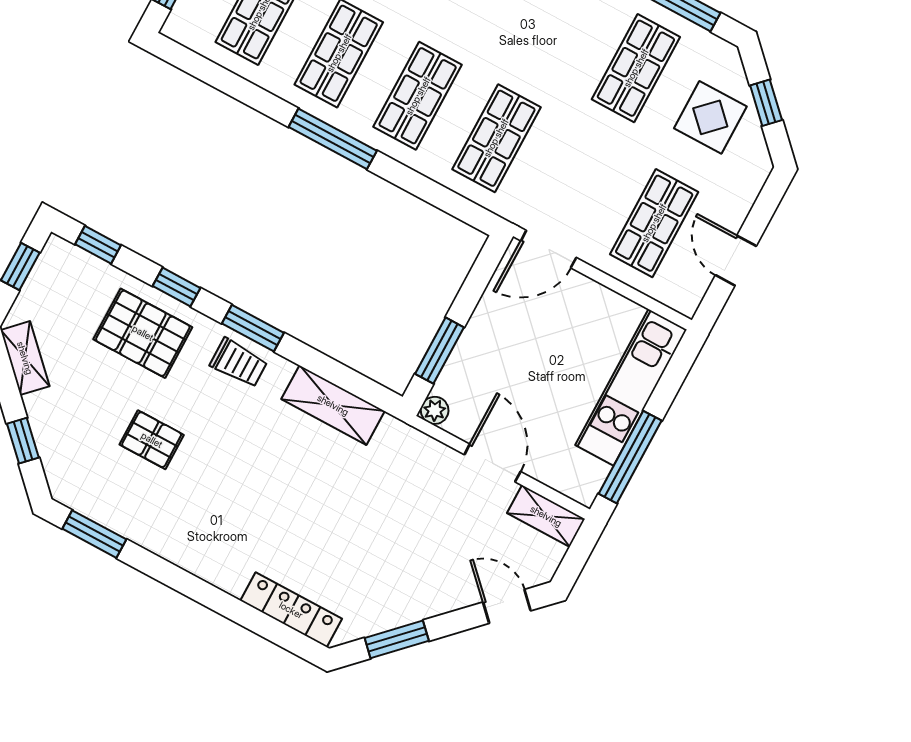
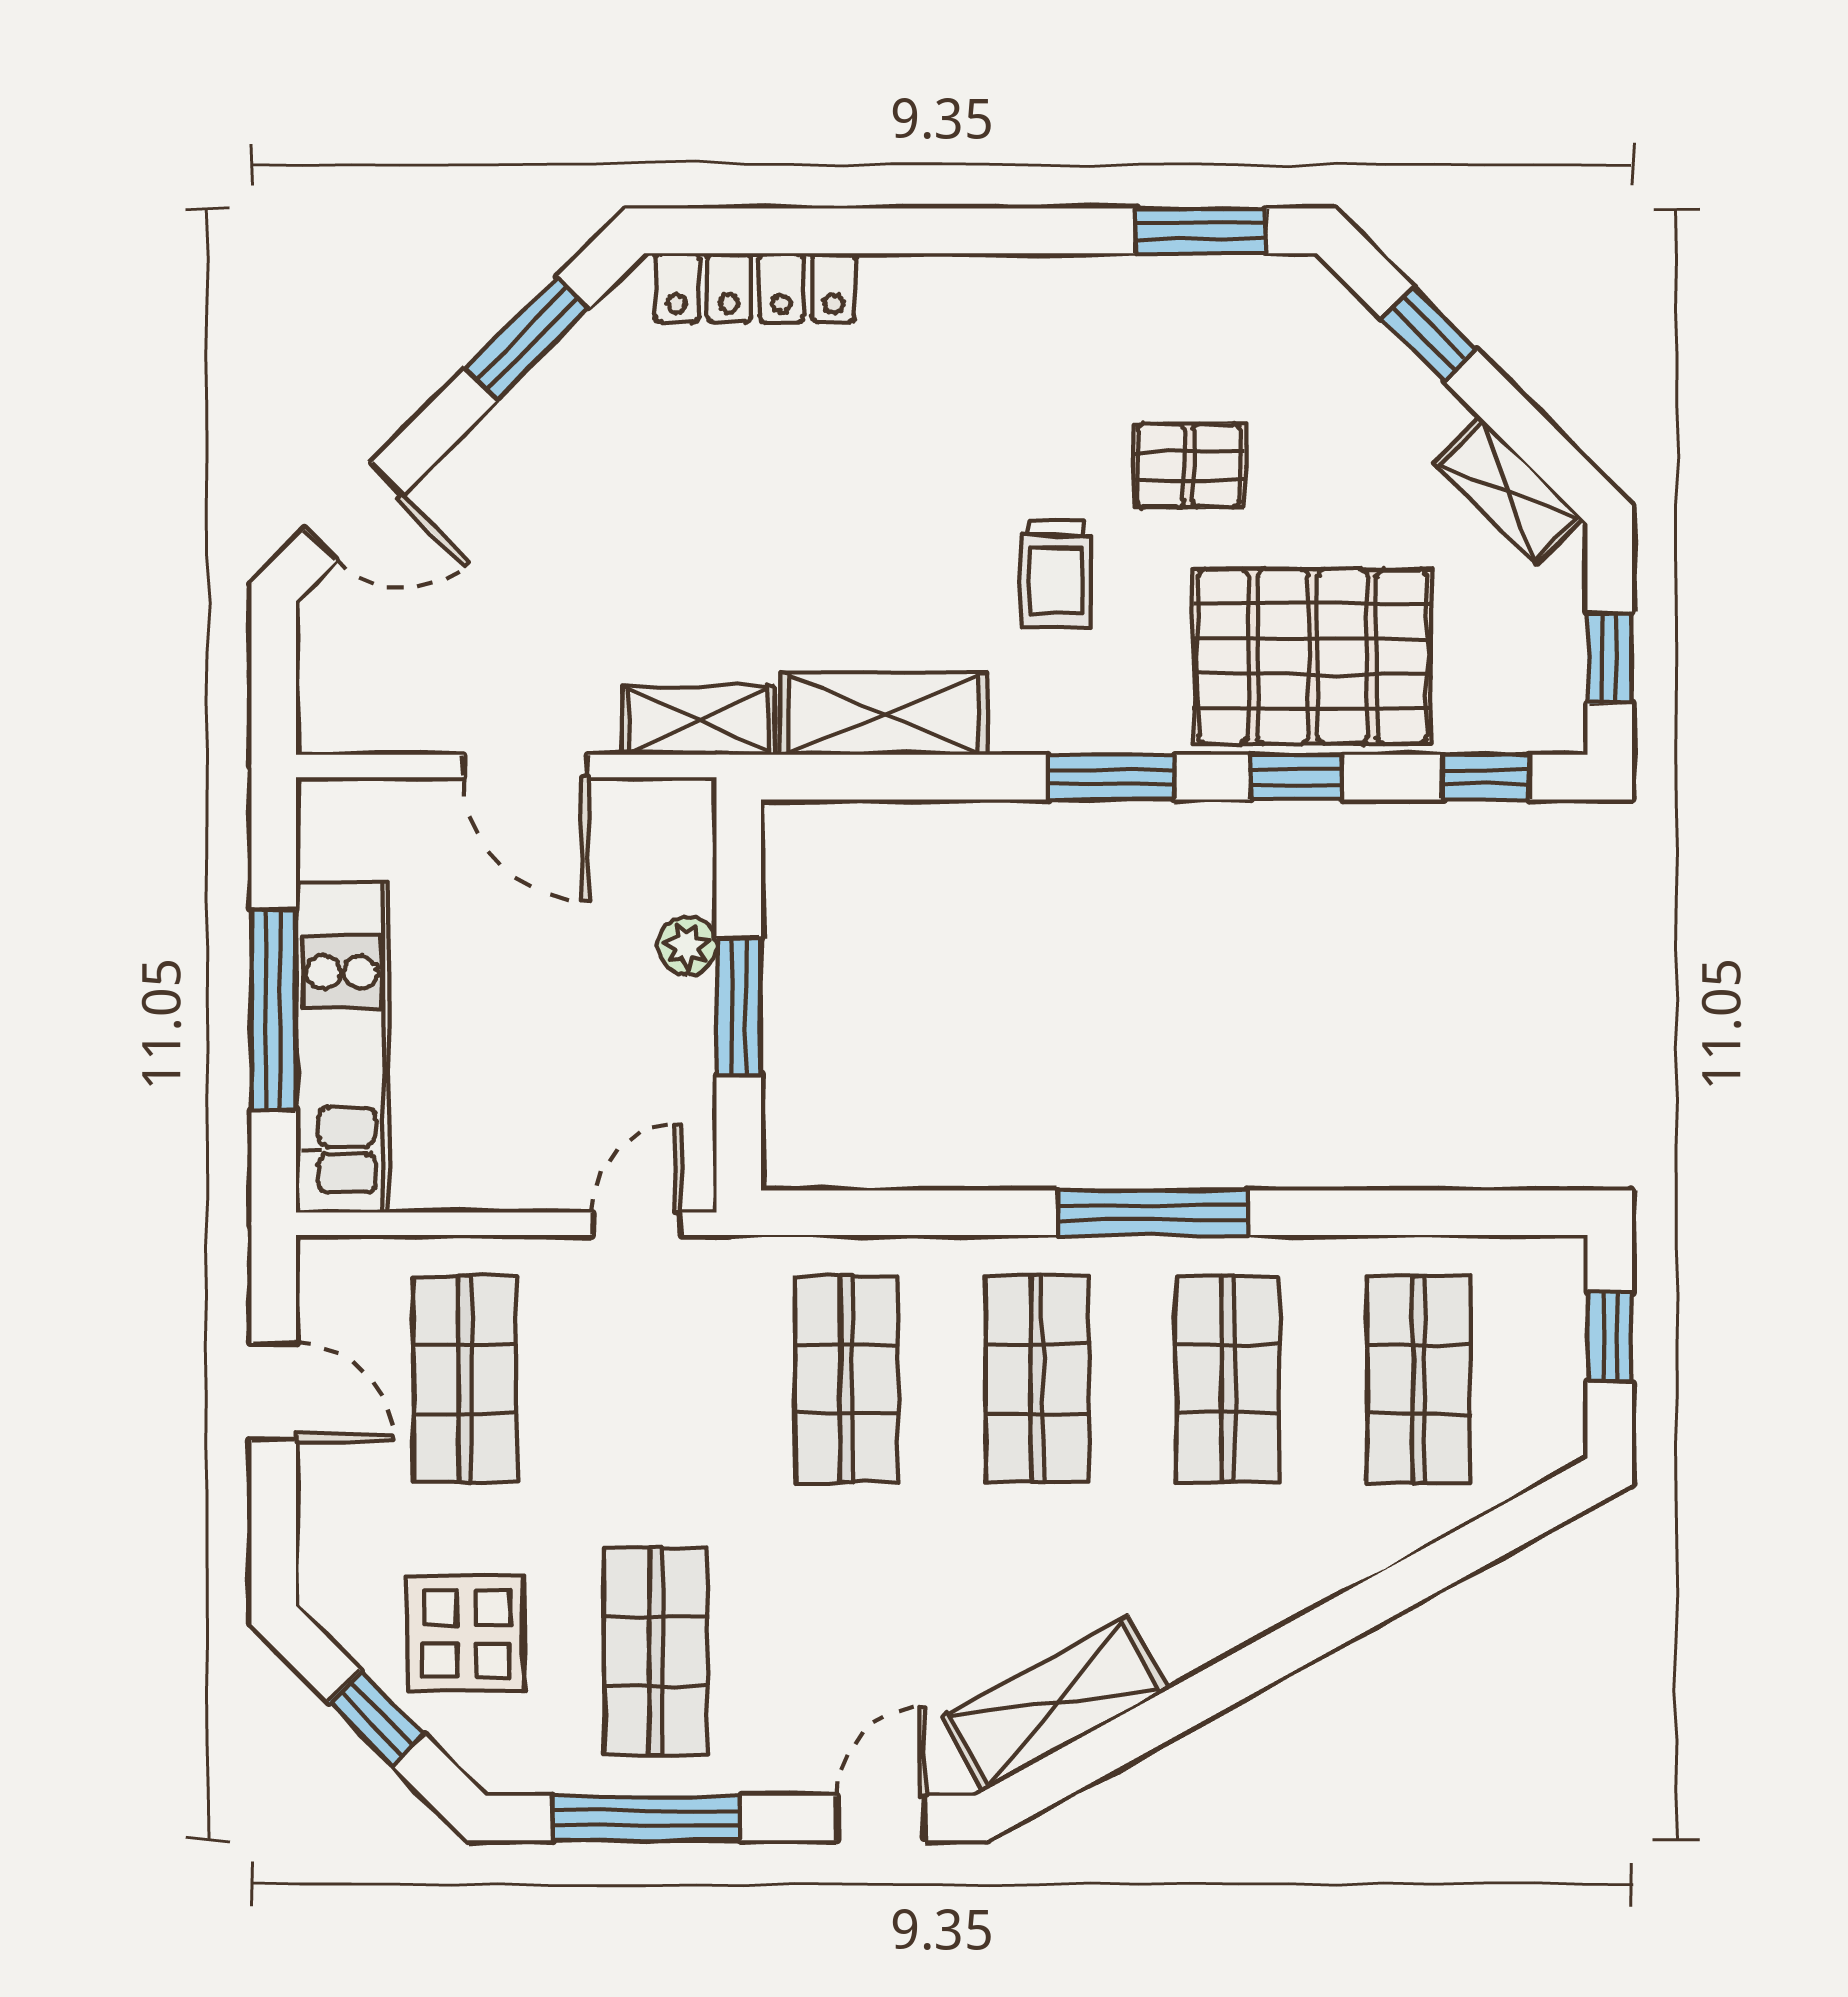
door: (549, 249) -> (636, 1224), width x0.73
pallet: (143, 333) -> (1313, 656), width x1.37, depth x1.41
window: (439, 351) -> (739, 1006), moved
trolley: (239, 363) -> (1056, 573), moved, turned -90
plant: (435, 410) -> (687, 946), moved
window: (630, 457) -> (274, 1009), moved
shelving: (546, 516) -> (698, 721), moved

